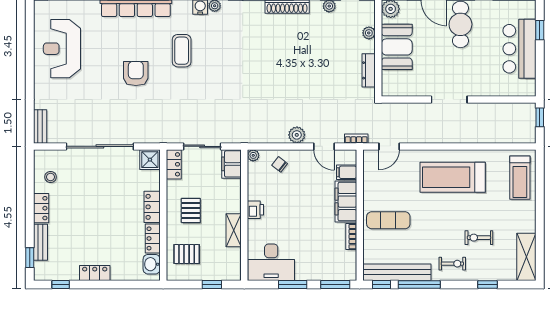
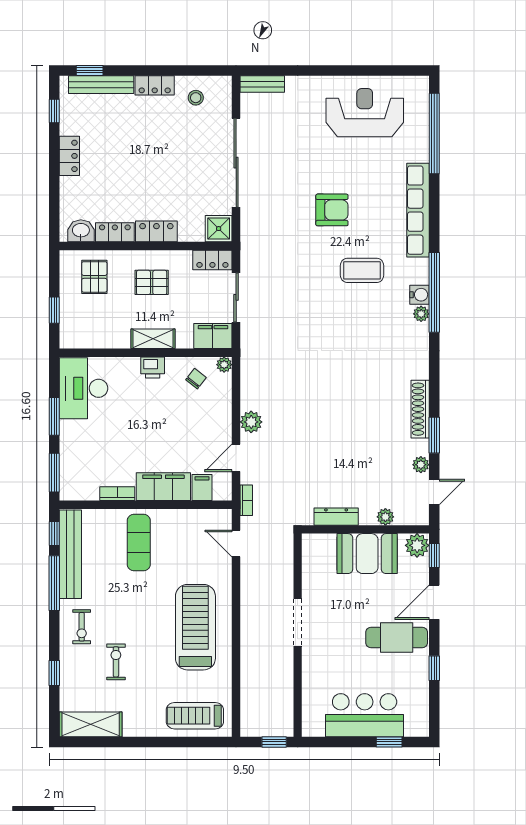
chair: (280, 164) -> (196, 379), moved
shelving: (234, 230) -> (153, 339), moved
bench: (41, 242) -> (101, 85), width x1.36

